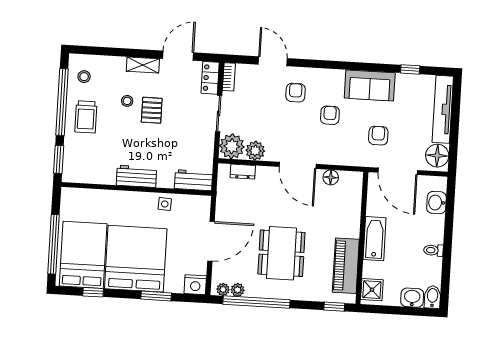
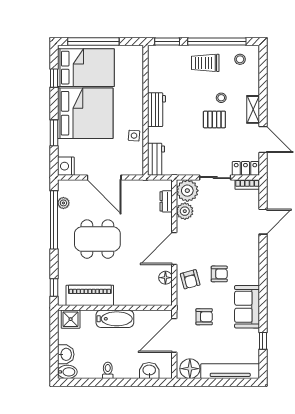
armchair: (296, 93) -> (190, 279), moved, turned 75
plant: (223, 289) -> (63, 190), removed

